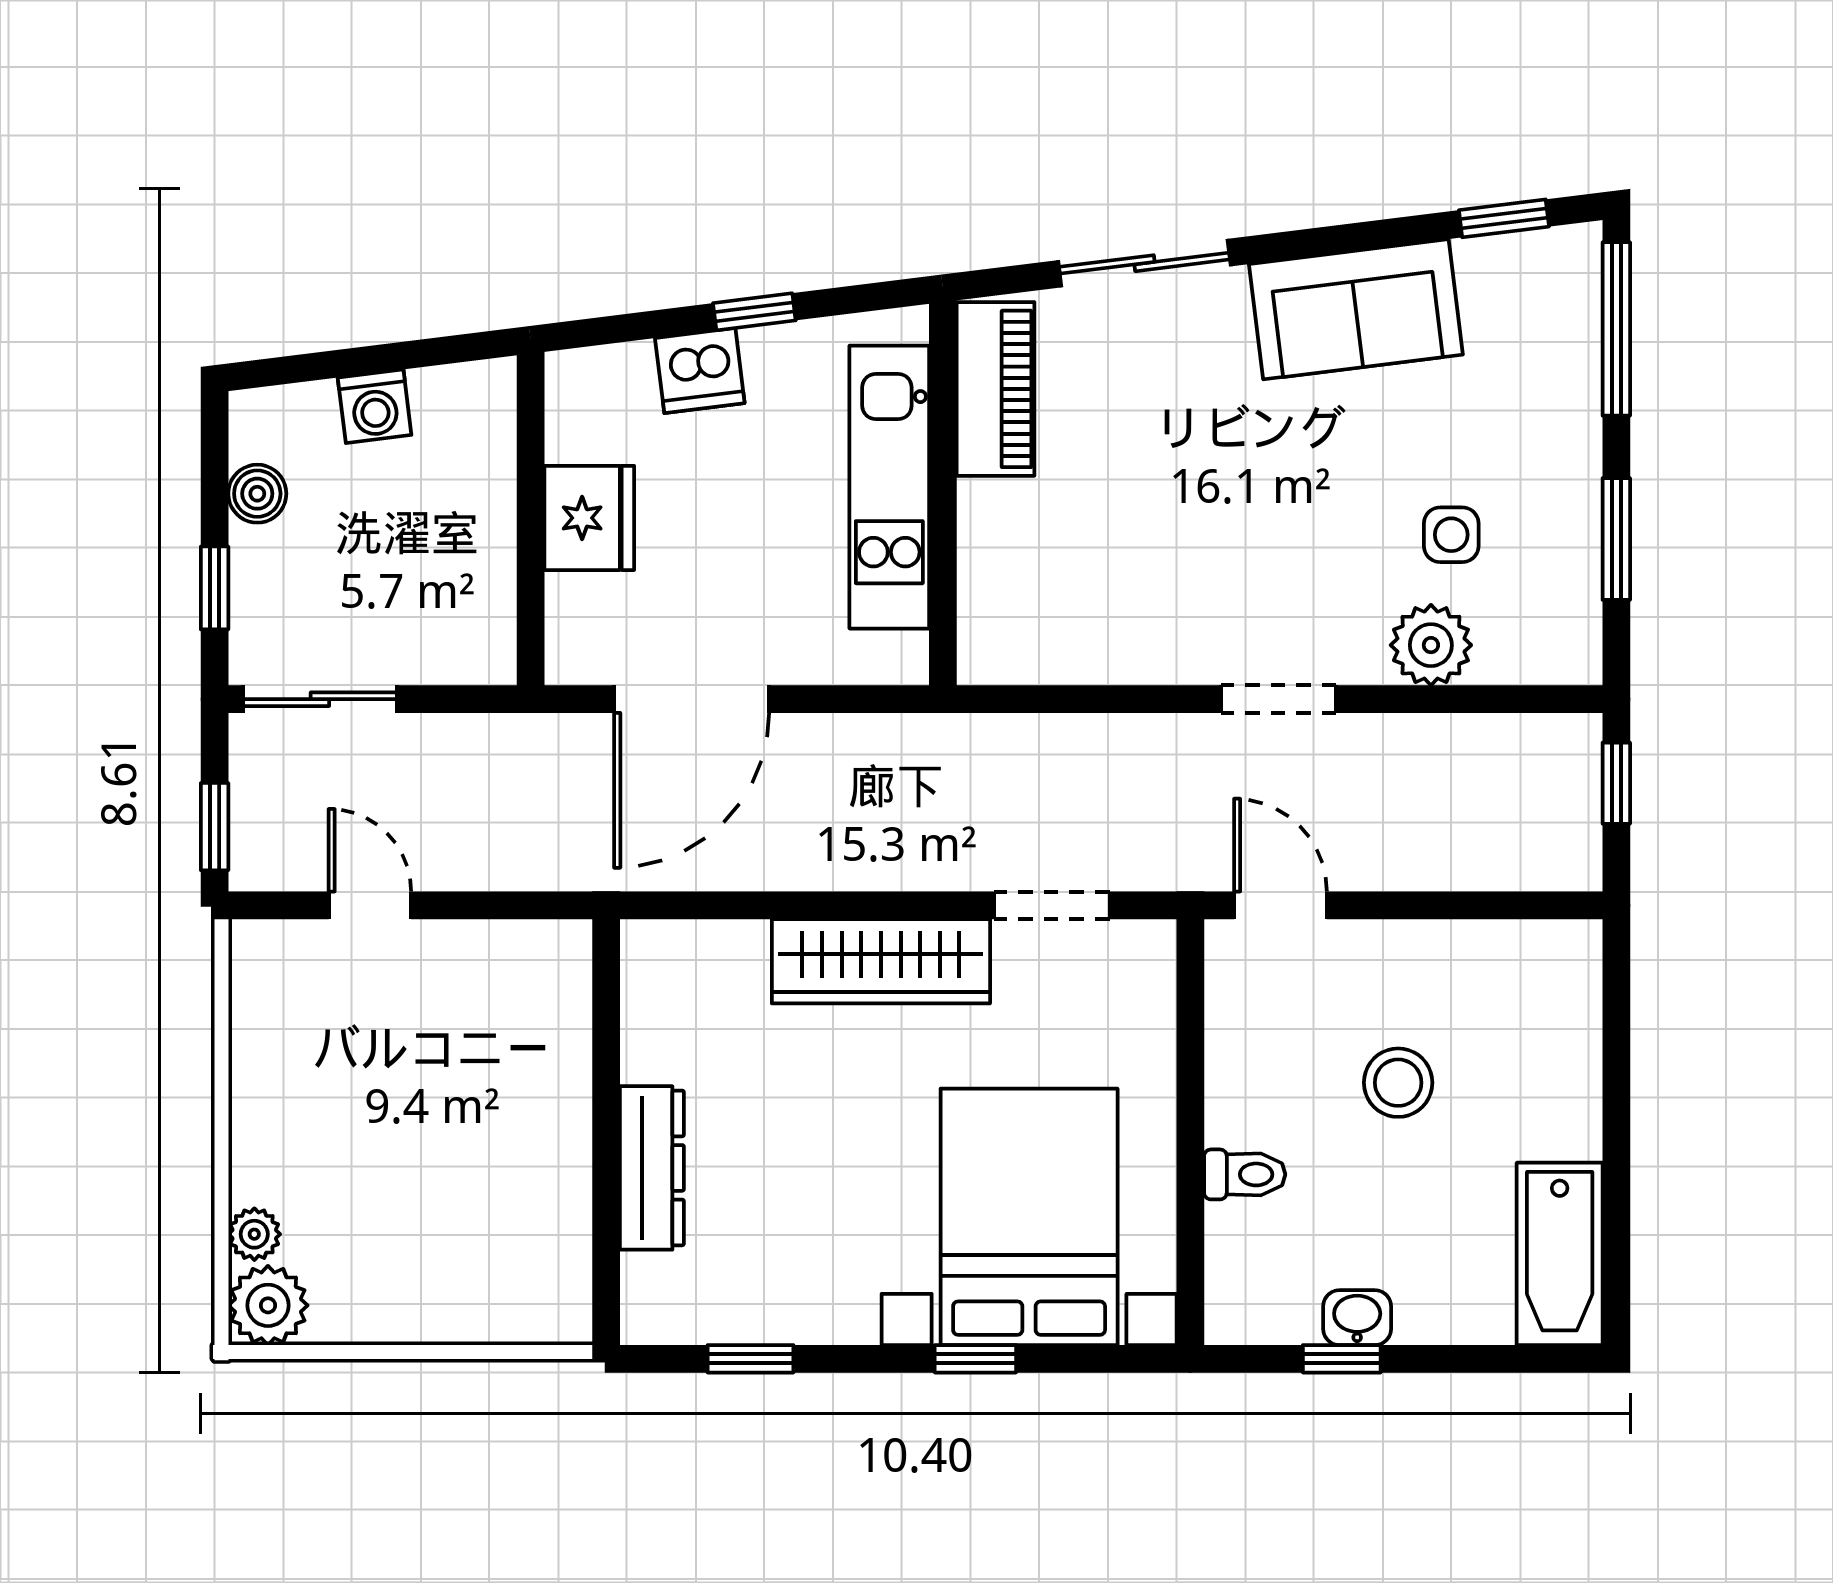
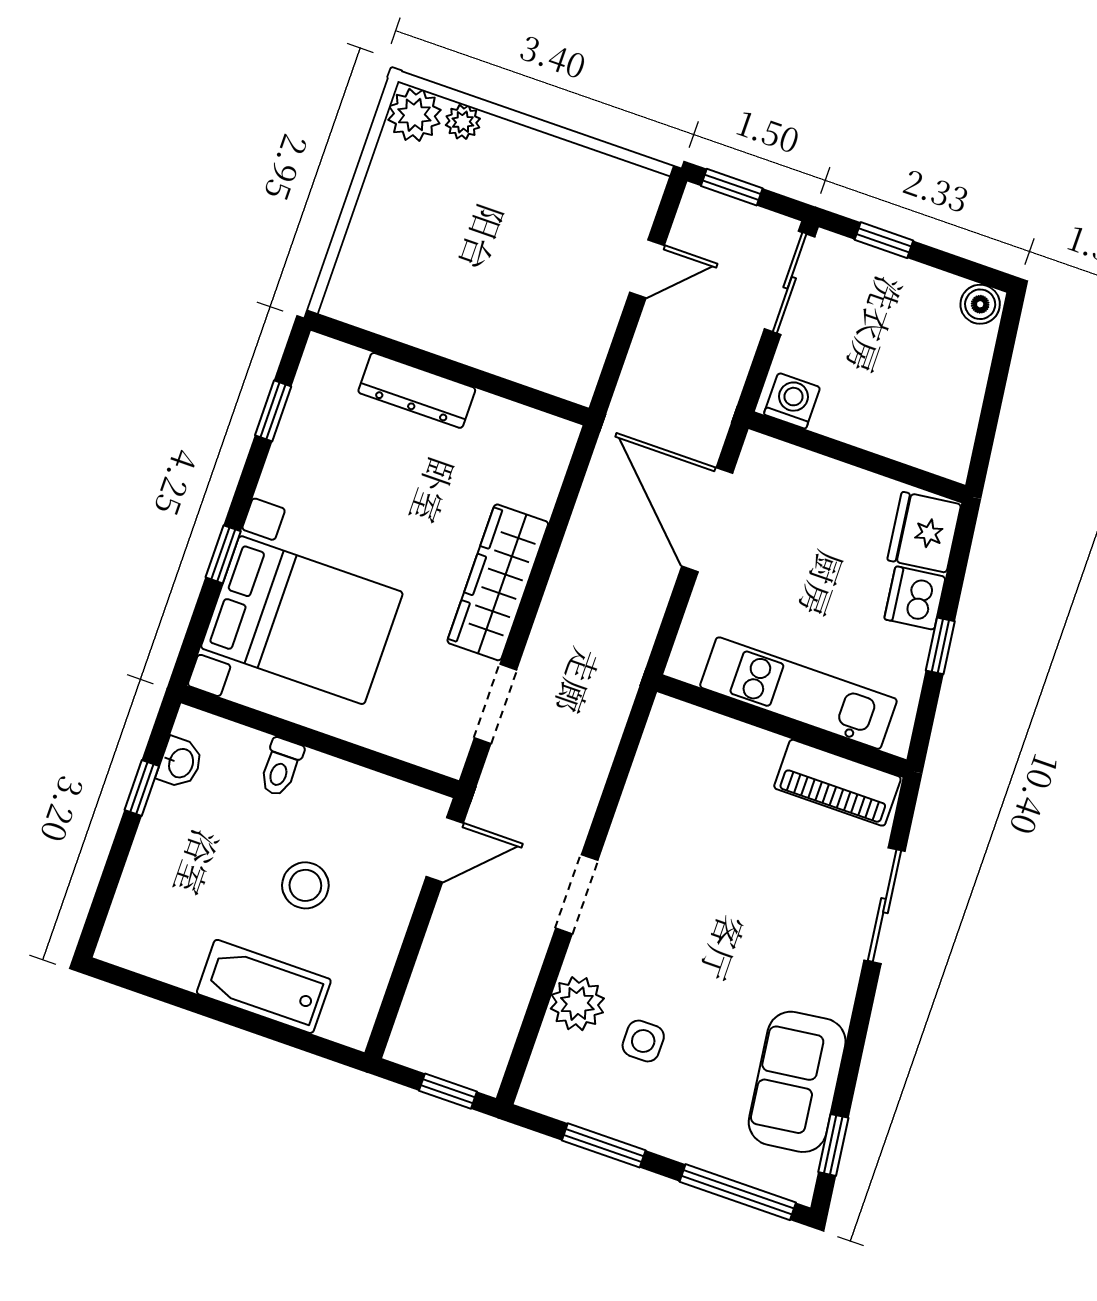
sofa: (1356, 309) -> (797, 1082), moved
washing machine: (375, 406) -> (792, 401), moved, turned 97
boiler: (257, 494) -> (980, 304), moved
fridge: (589, 518) -> (924, 532), moved, turned 83
bathtub: (1560, 1254) -> (264, 986), moved
washbasin: (1357, 1318) -> (180, 763), moved

